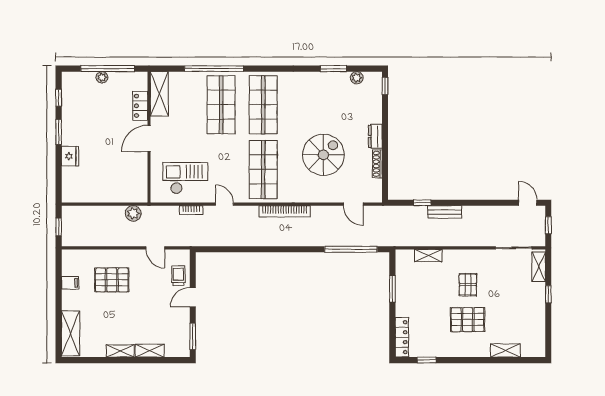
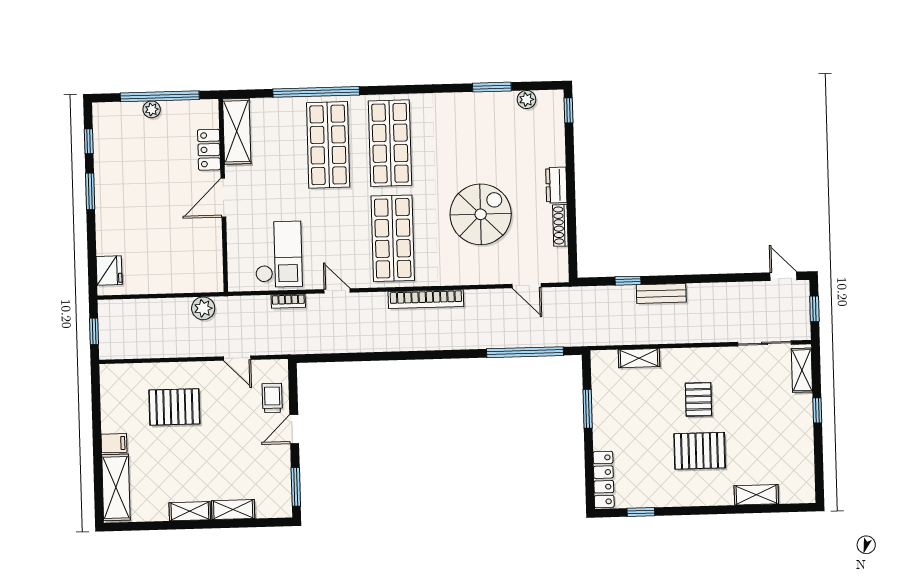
fridge: (70, 156) -> (109, 271), moved
checkout: (185, 178) -> (278, 254), turned 90
filing cabinet: (70, 283) -> (114, 443), moved

